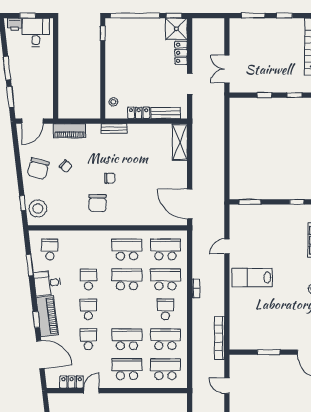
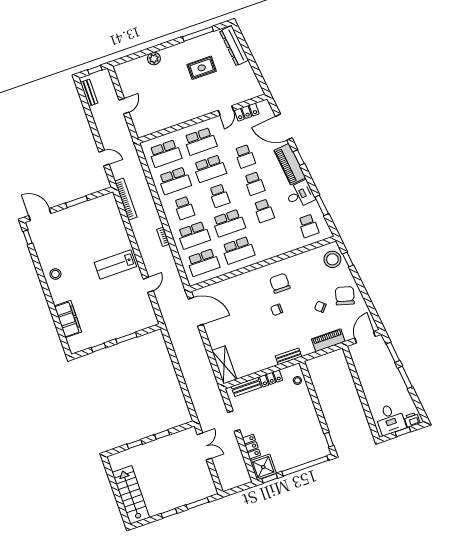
window: (250, 202) -> (126, 338), moved
lab bench: (252, 278) -> (115, 264), turned 180
school desk: (127, 309) -> (219, 196), added

